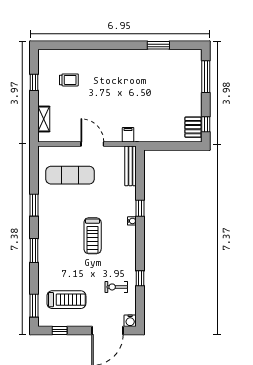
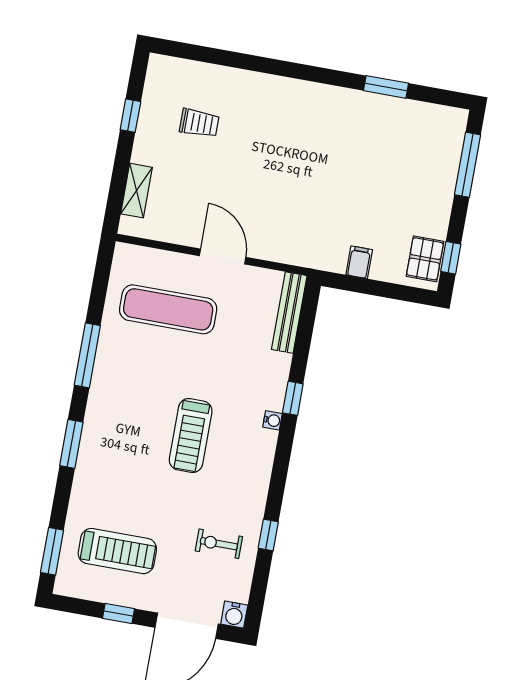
filing cabinet: (128, 135) -> (359, 262), moved
window: (34, 205) -> (87, 355), width x1.44
window: (60, 331) -> (118, 614), moved

